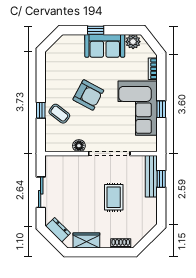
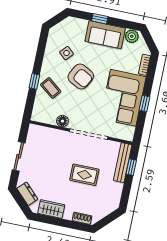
side table: (68, 74) -> (66, 53), added
rug: (114, 197) -> (84, 175), turned 90

